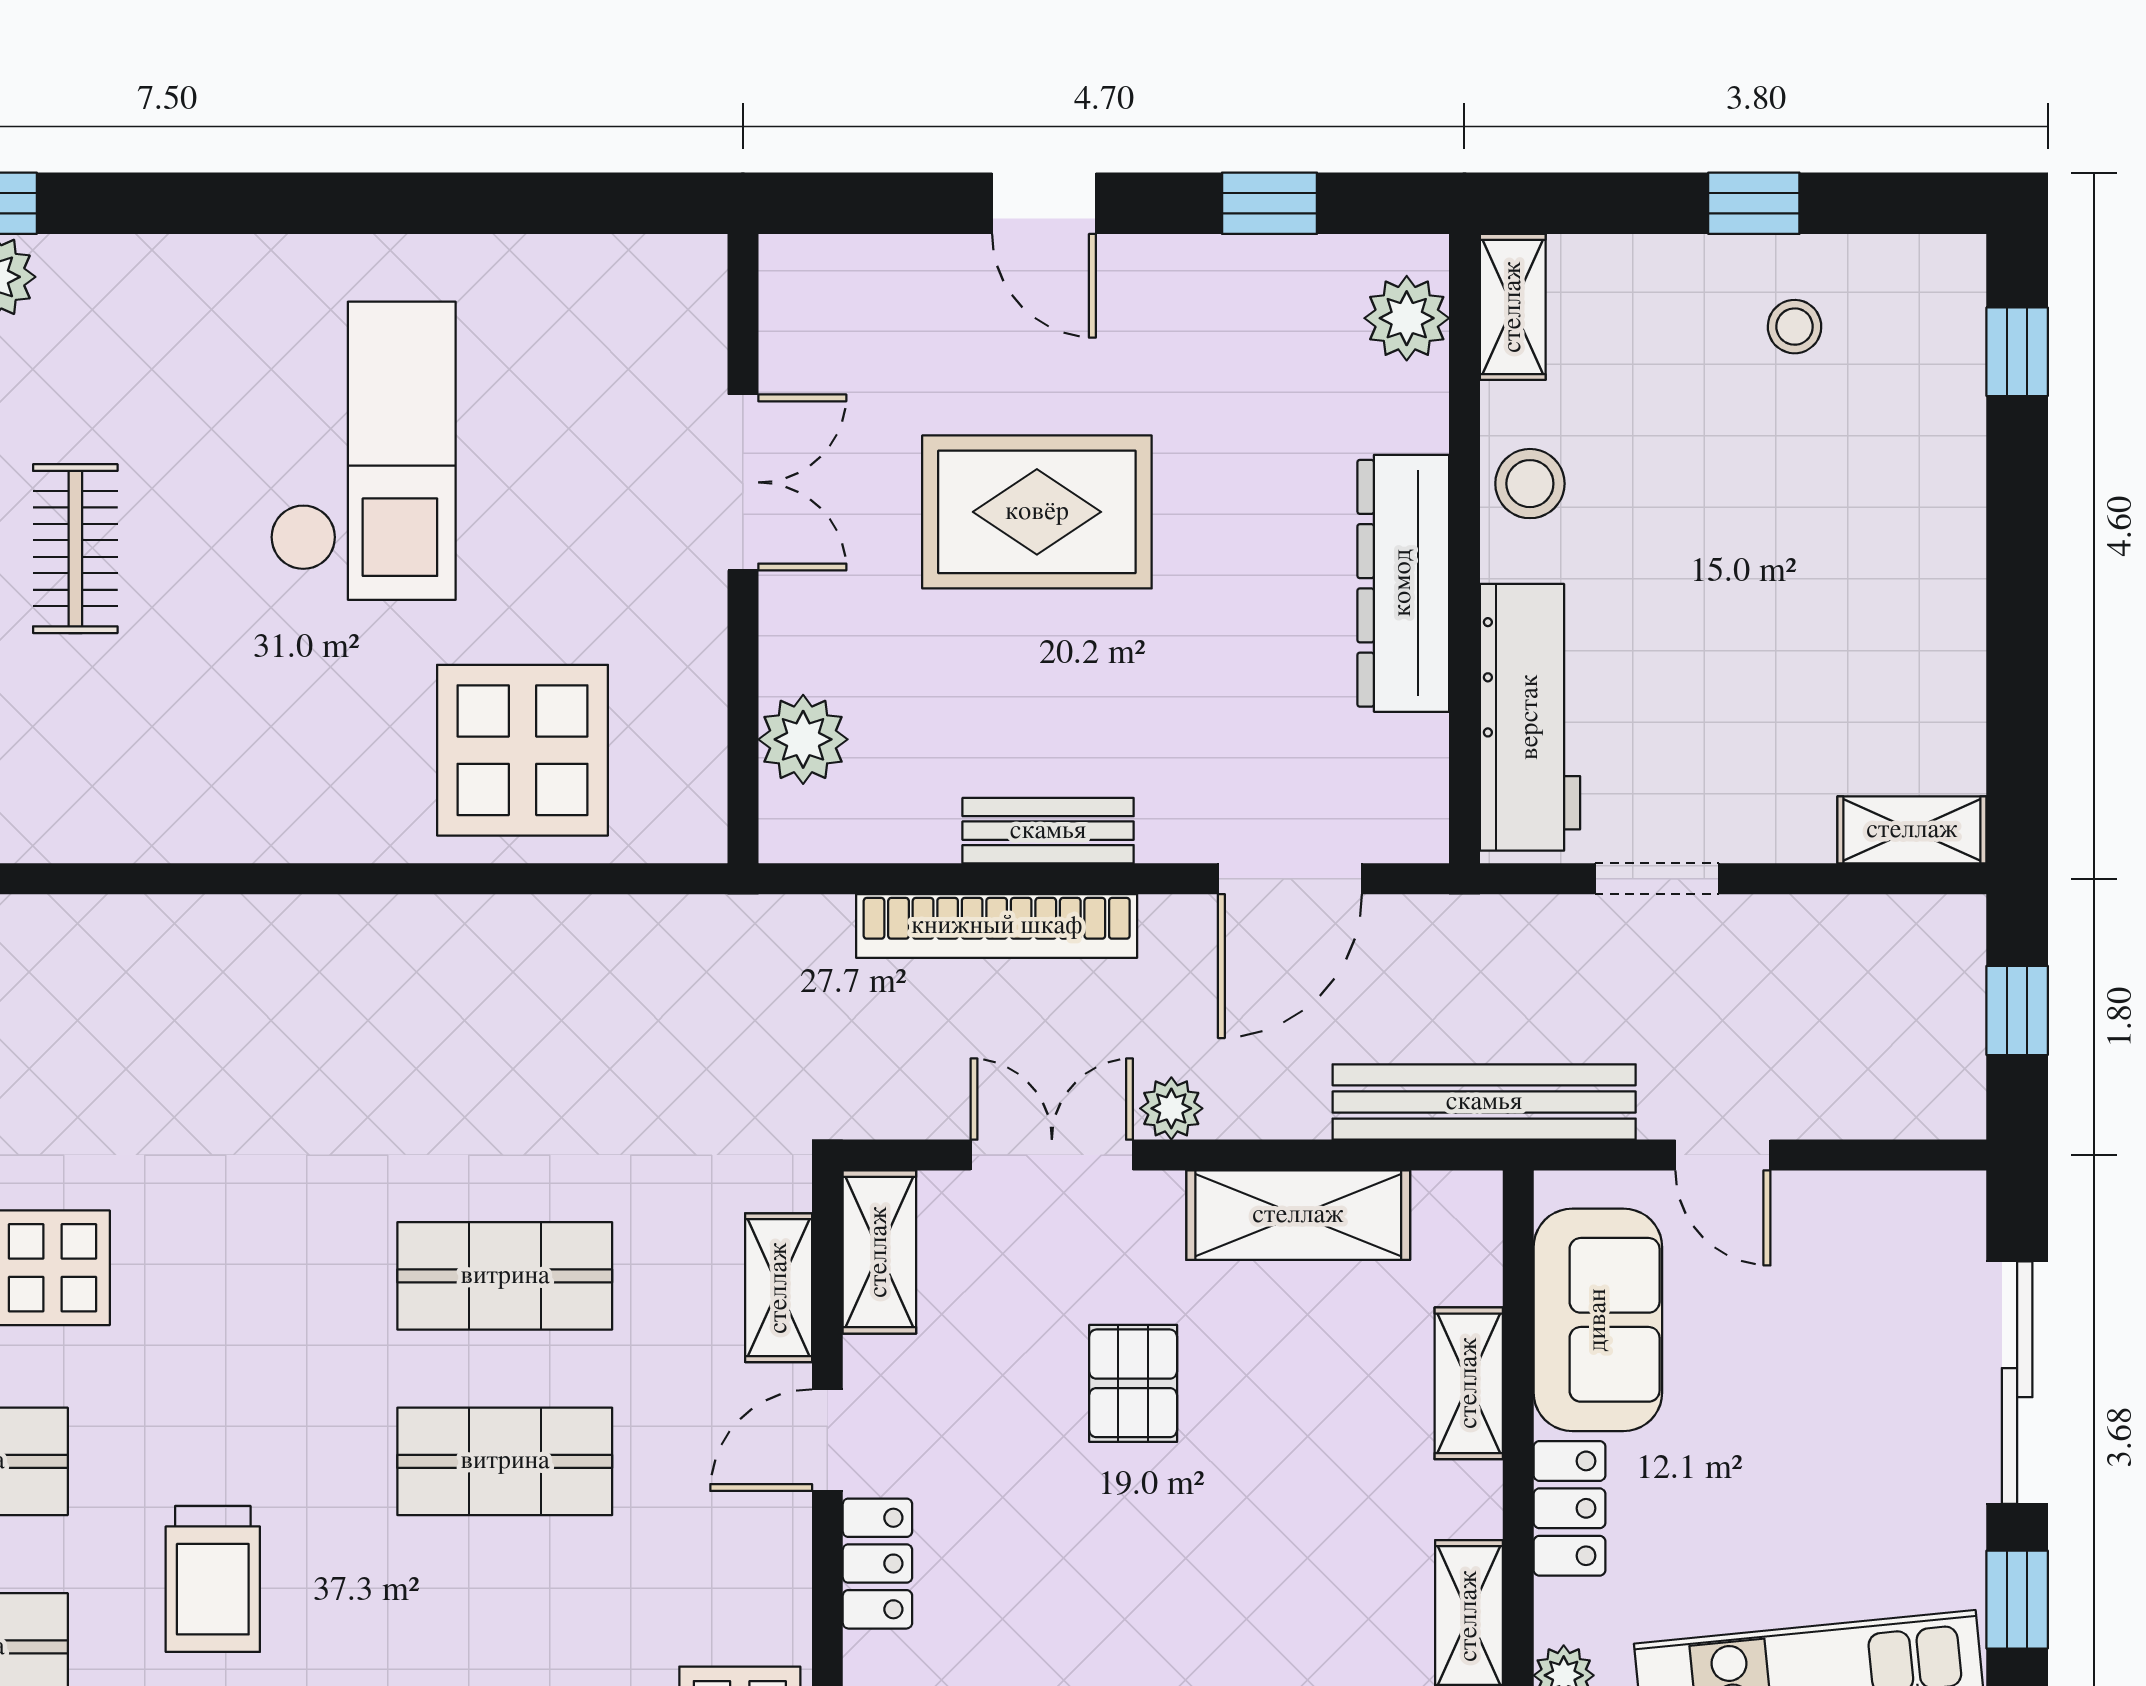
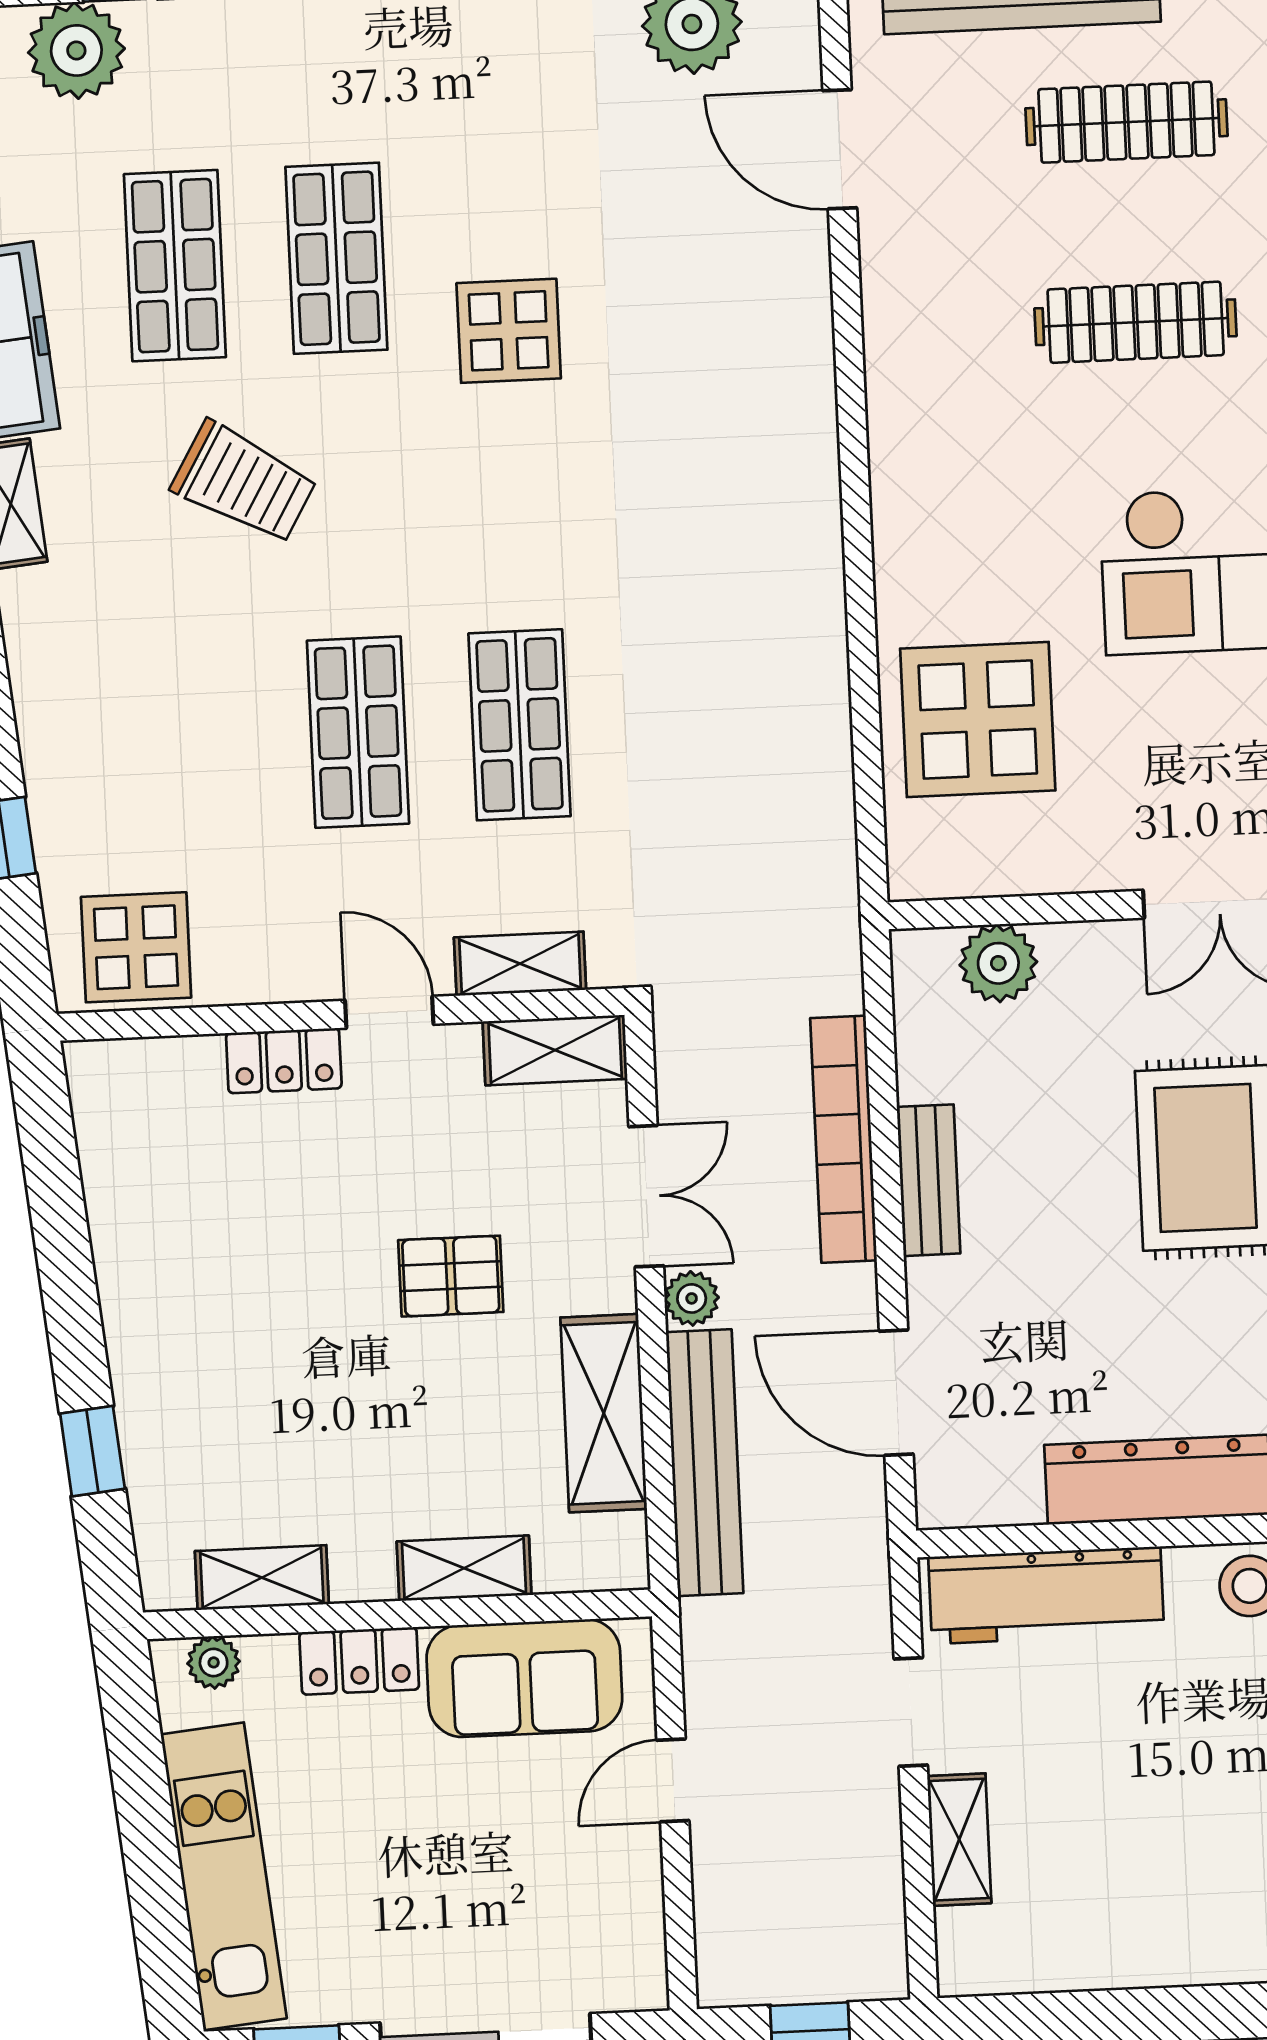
clothes rail: (75, 549) -> (1136, 322), width x1.36
shelving: (1912, 830) -> (959, 1840), moved
bench: (1484, 1102) -> (705, 1463), moved
trolley: (213, 1579) -> (244, 483), turned -150

